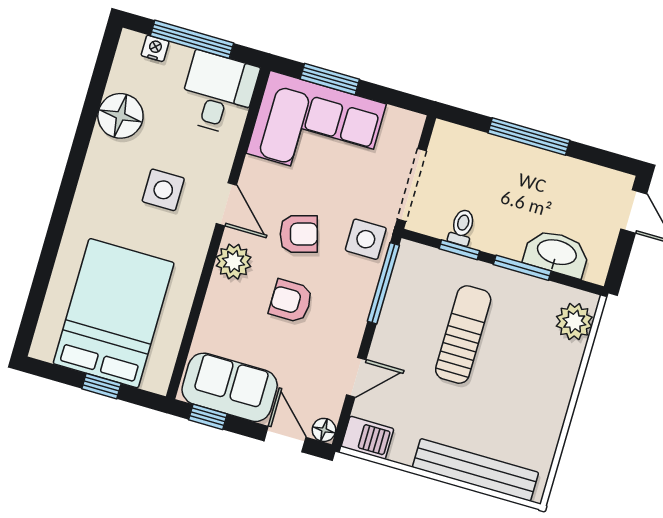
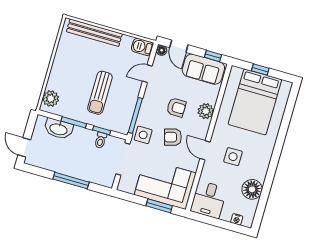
window: (192, 39) -> (220, 223), removed
plant: (234, 262) -> (206, 111), moved

